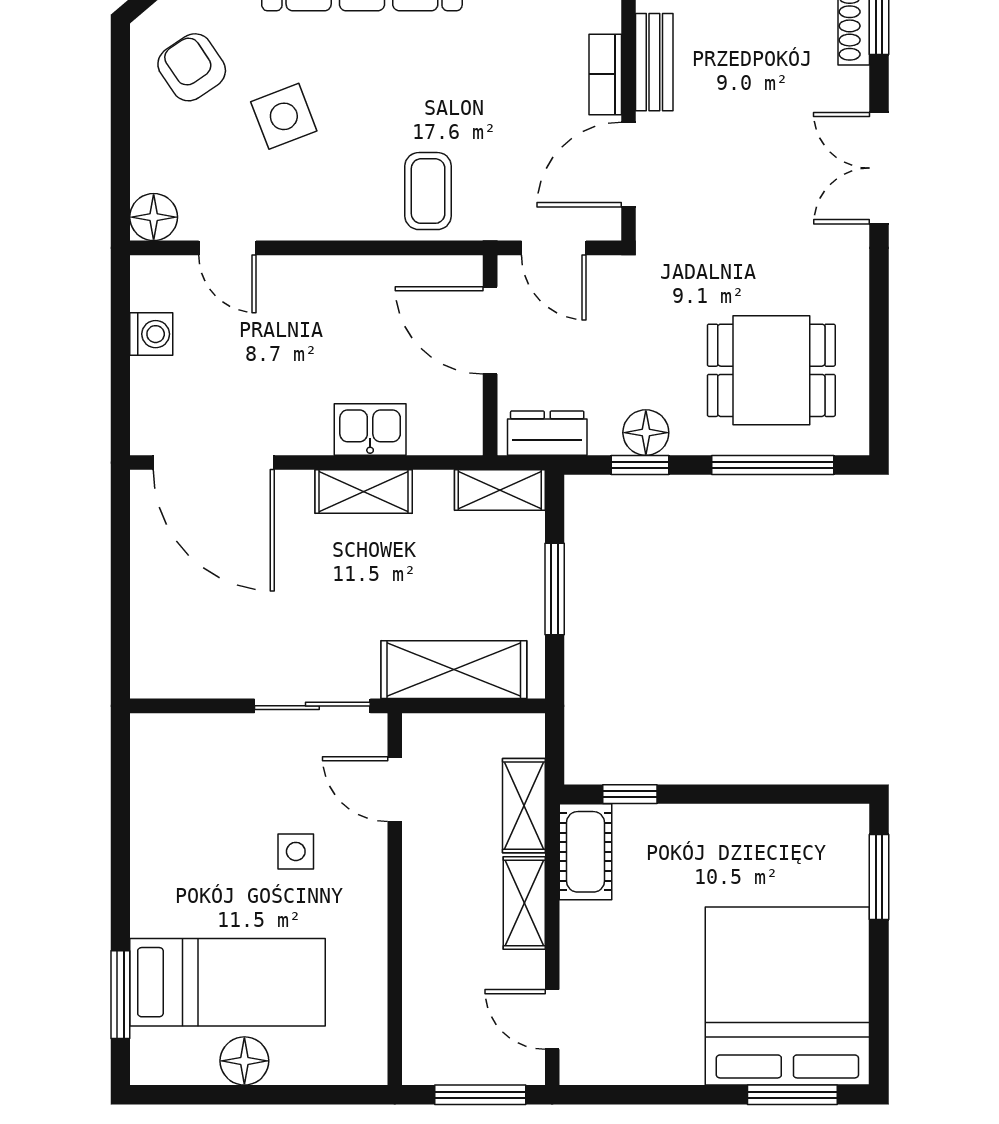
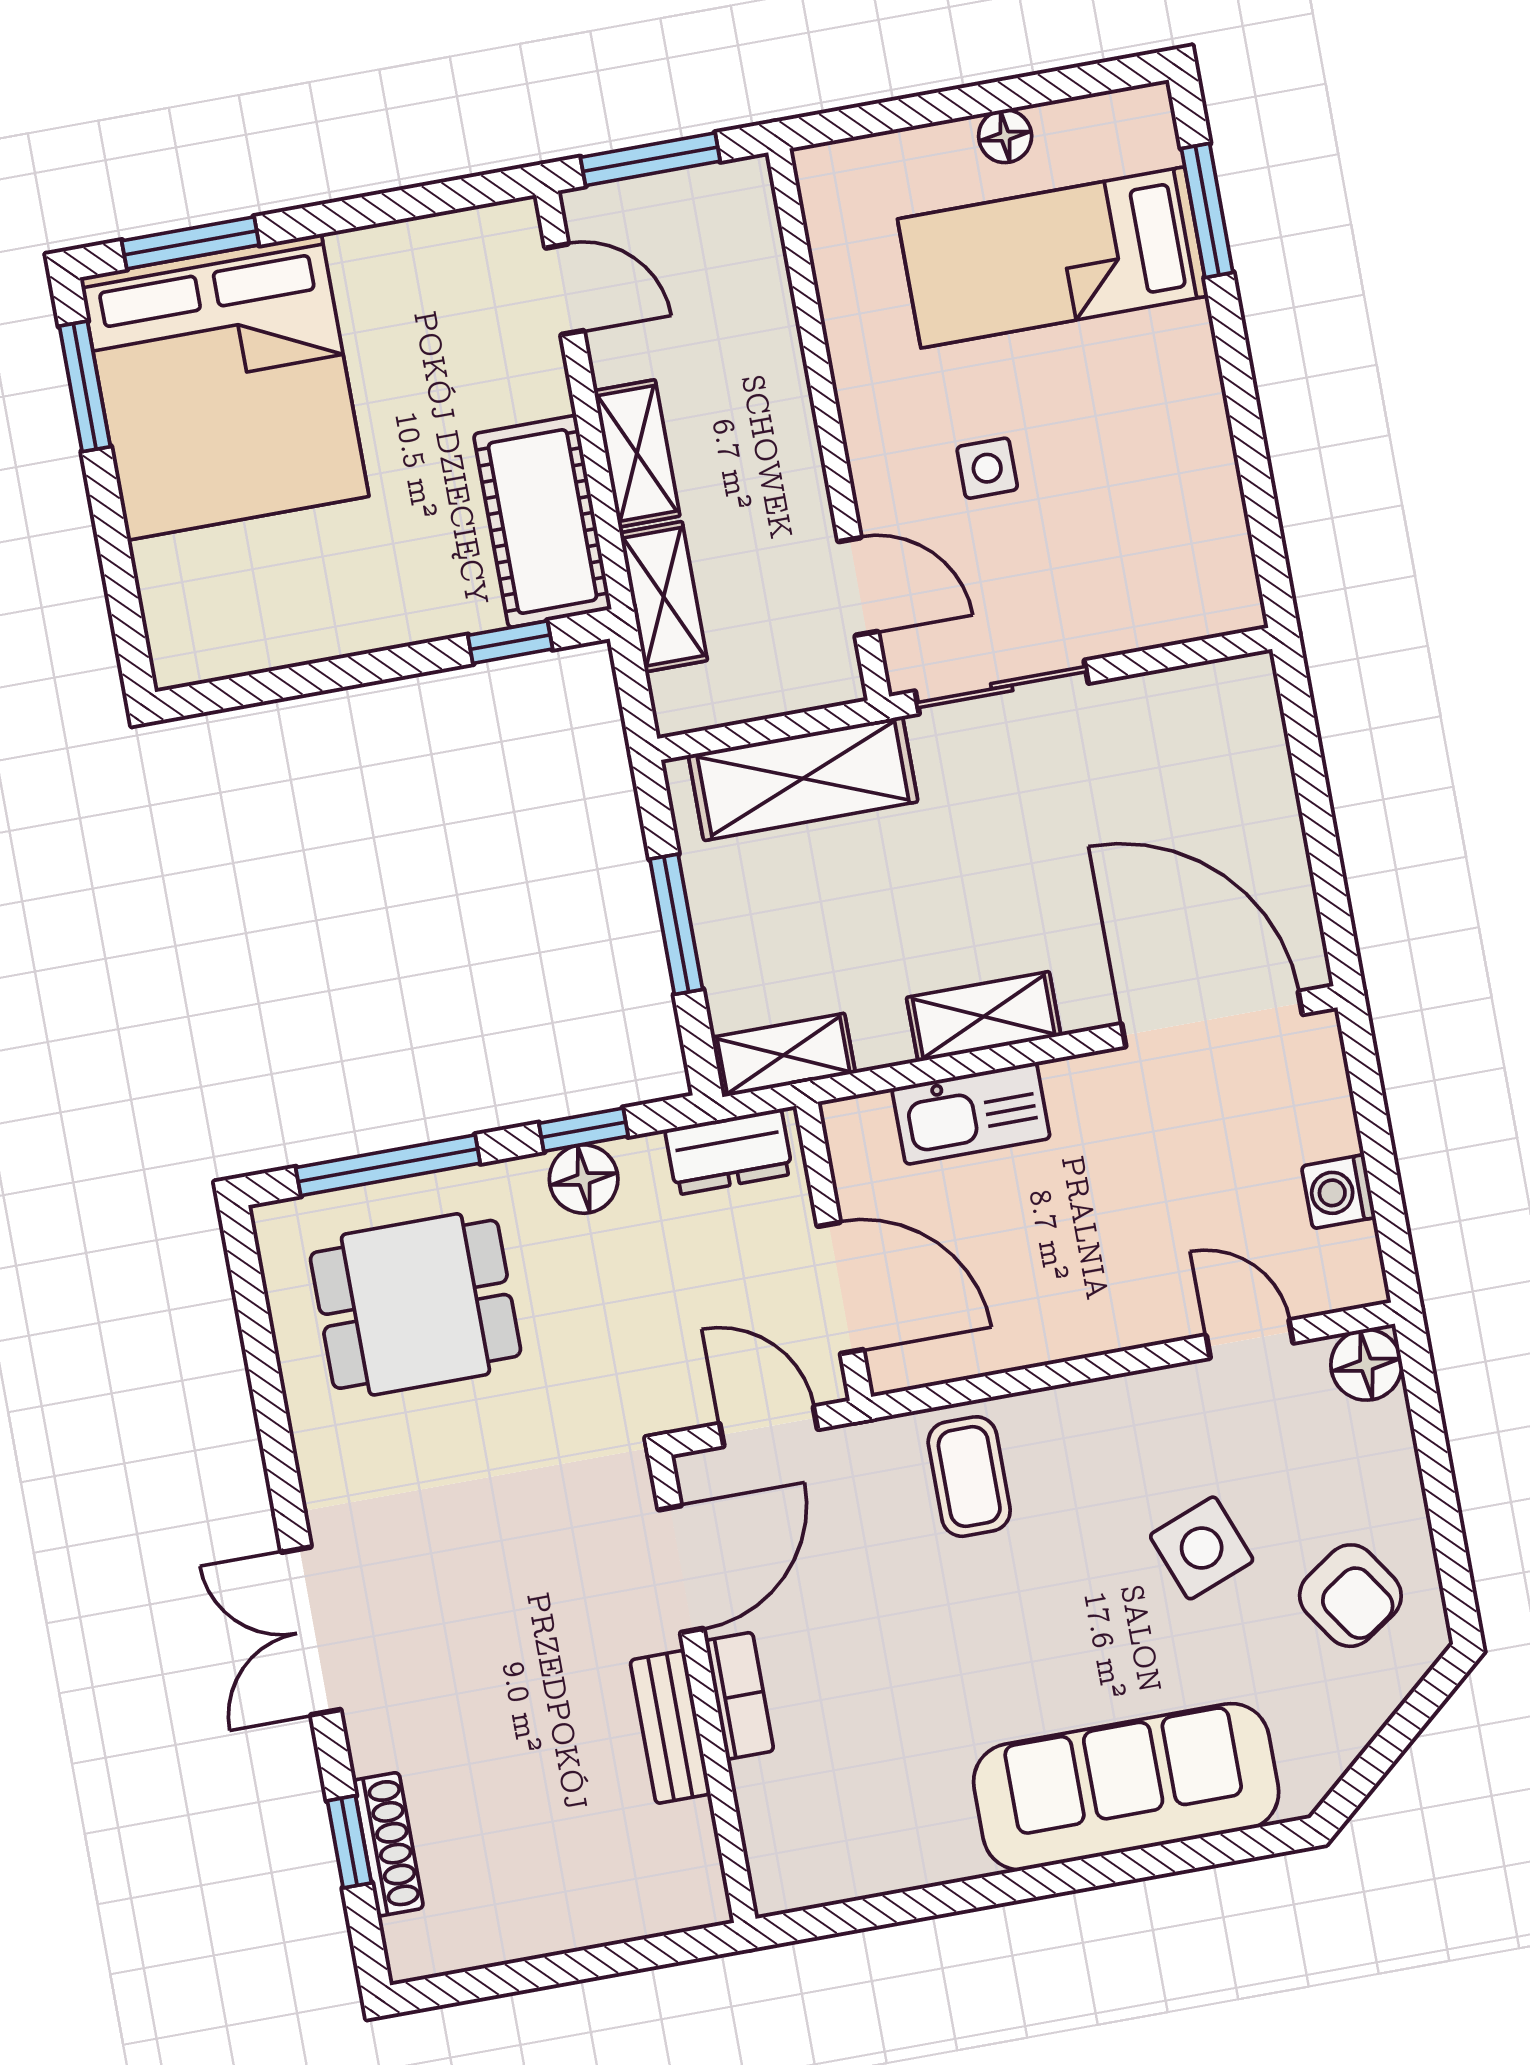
double door: (879, 168) -> (311, 1631), swing flipped
kitchen sink: (370, 429) -> (971, 1113), width x1.38
cot: (585, 852) -> (542, 521), width x1.37, depth x1.34
window: (879, 877) -> (85, 386), moved
floor lamp: (244, 1061) -> (1005, 136), width x0.73, depth x0.73

